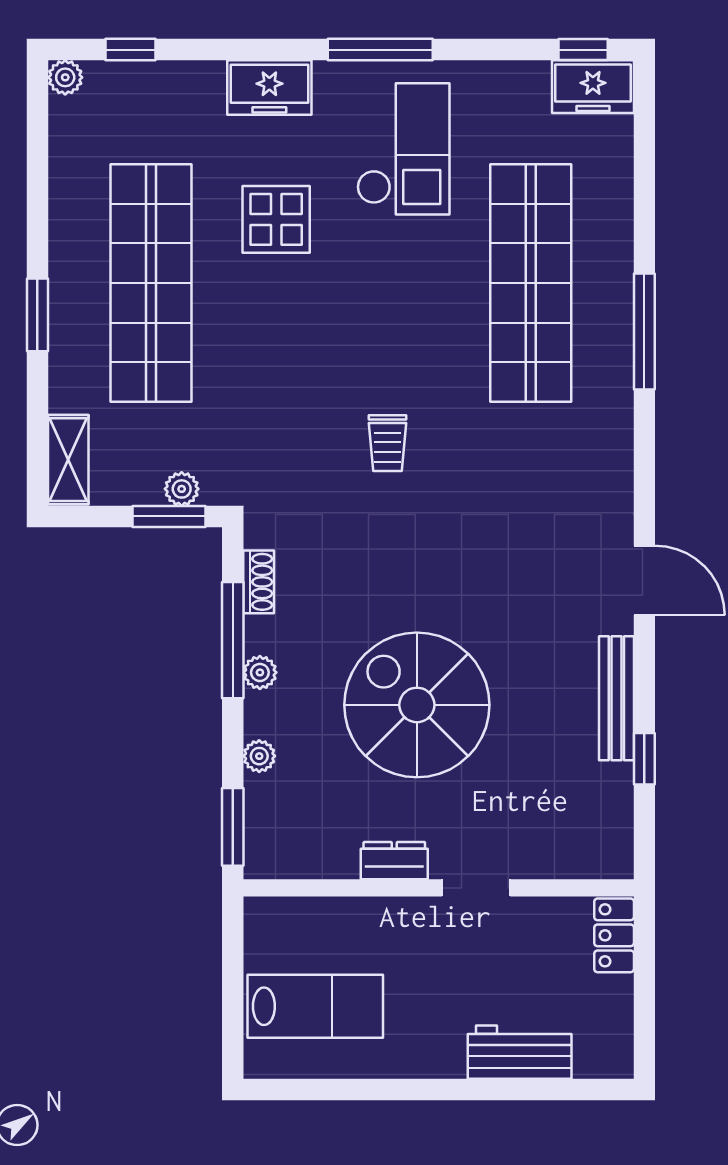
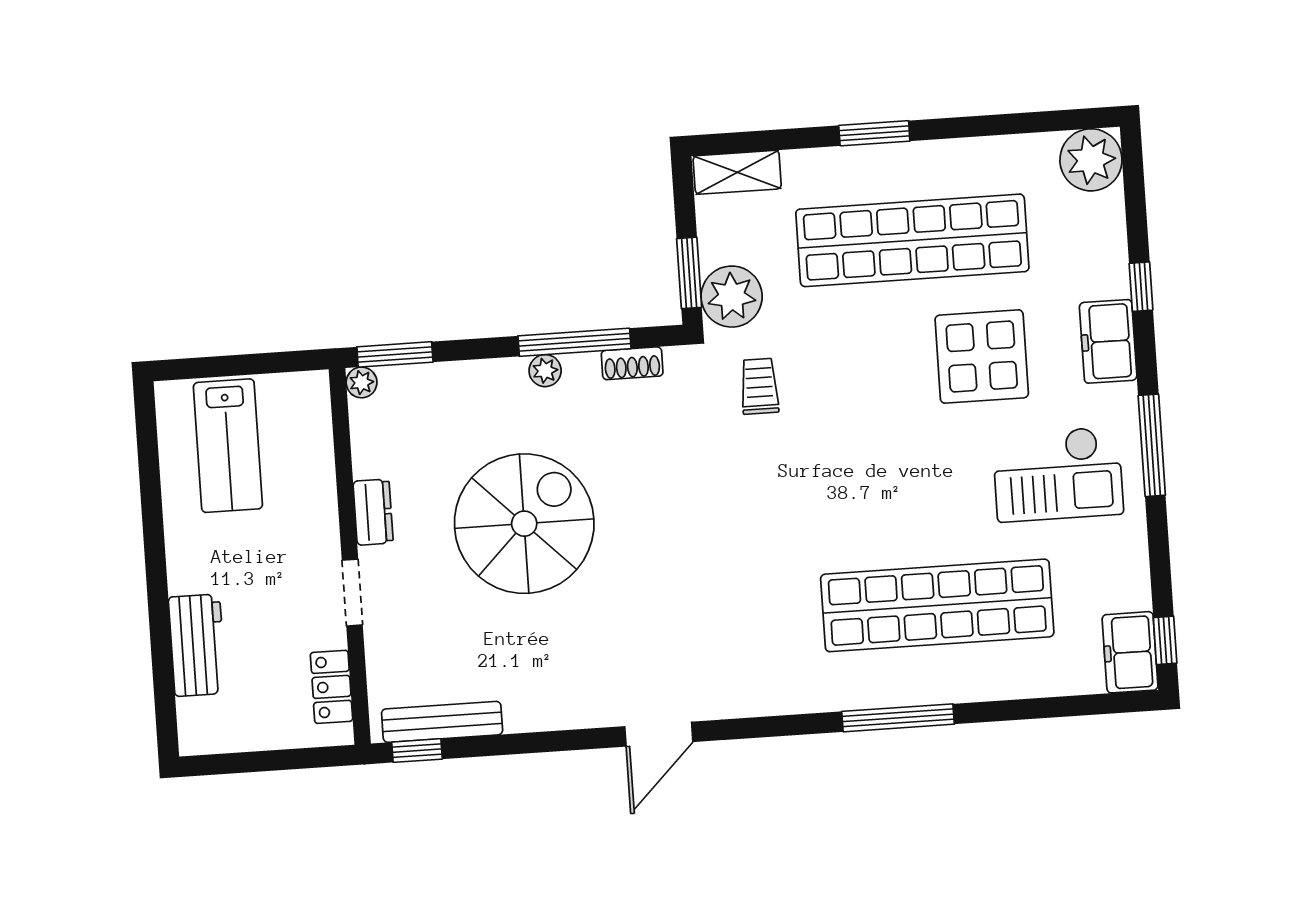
window: (130, 50) -> (1141, 287), moved
plant: (65, 77) -> (1091, 160), width x1.88, depth x1.88
display table: (276, 219) -> (982, 356), width x1.36, depth x1.36
trolley: (387, 443) -> (759, 386), moved, turned 90
plant: (182, 489) -> (732, 297), width x1.88, depth x1.88
bench: (616, 698) -> (442, 722), moved
plant: (259, 756) -> (362, 382), moved
window: (644, 759) -> (417, 751), moved
locker: (614, 935) -> (331, 687), moved, turned -90

